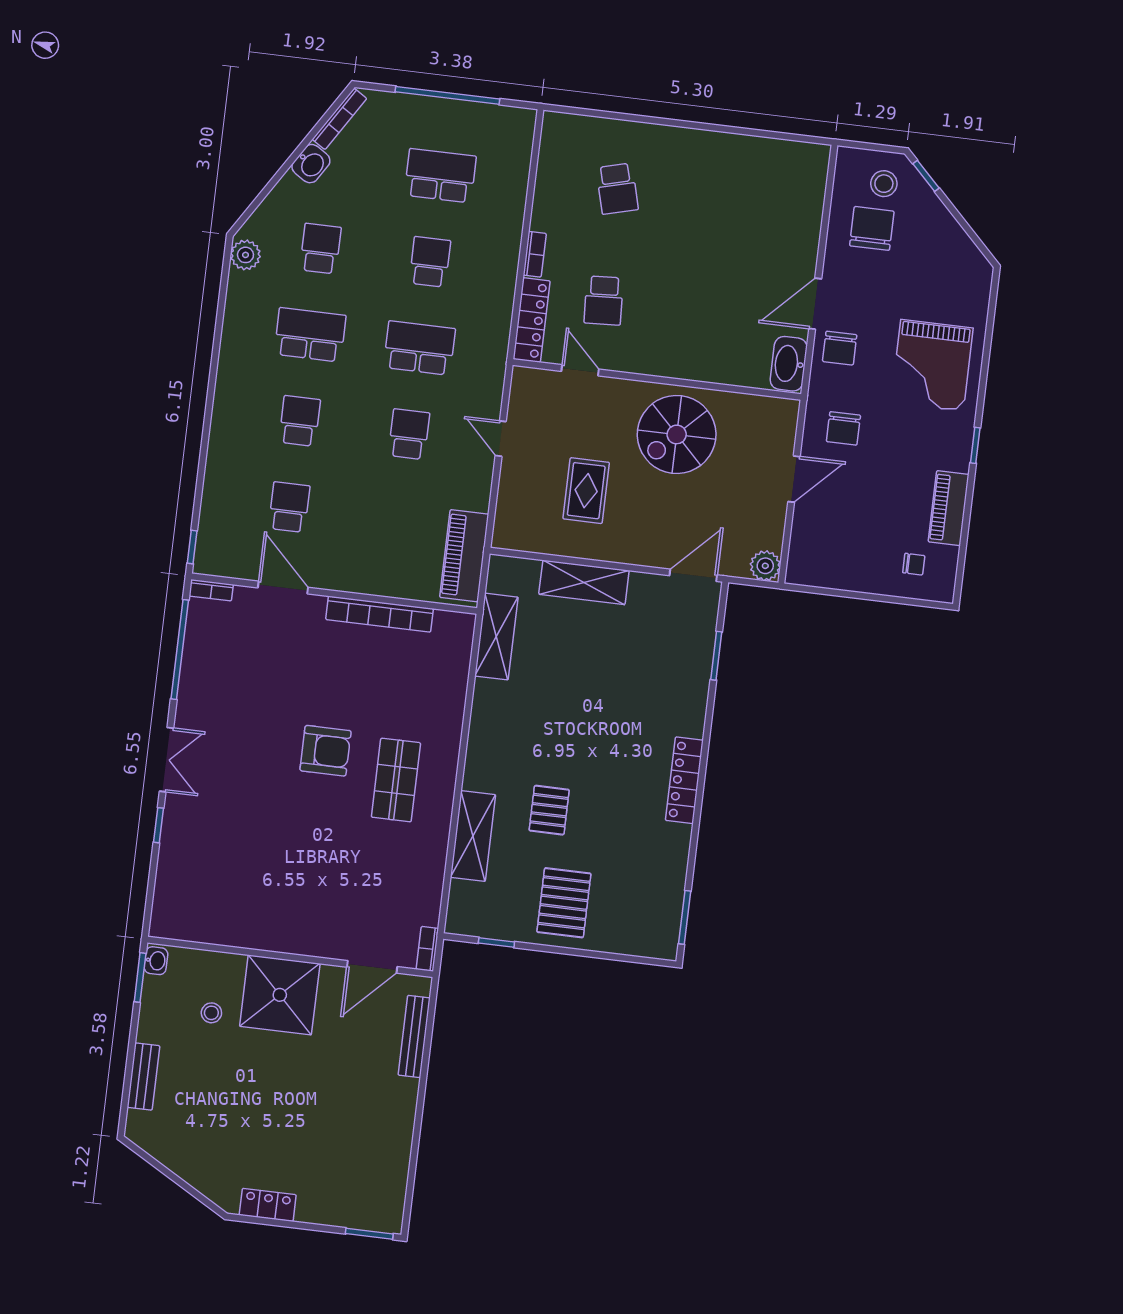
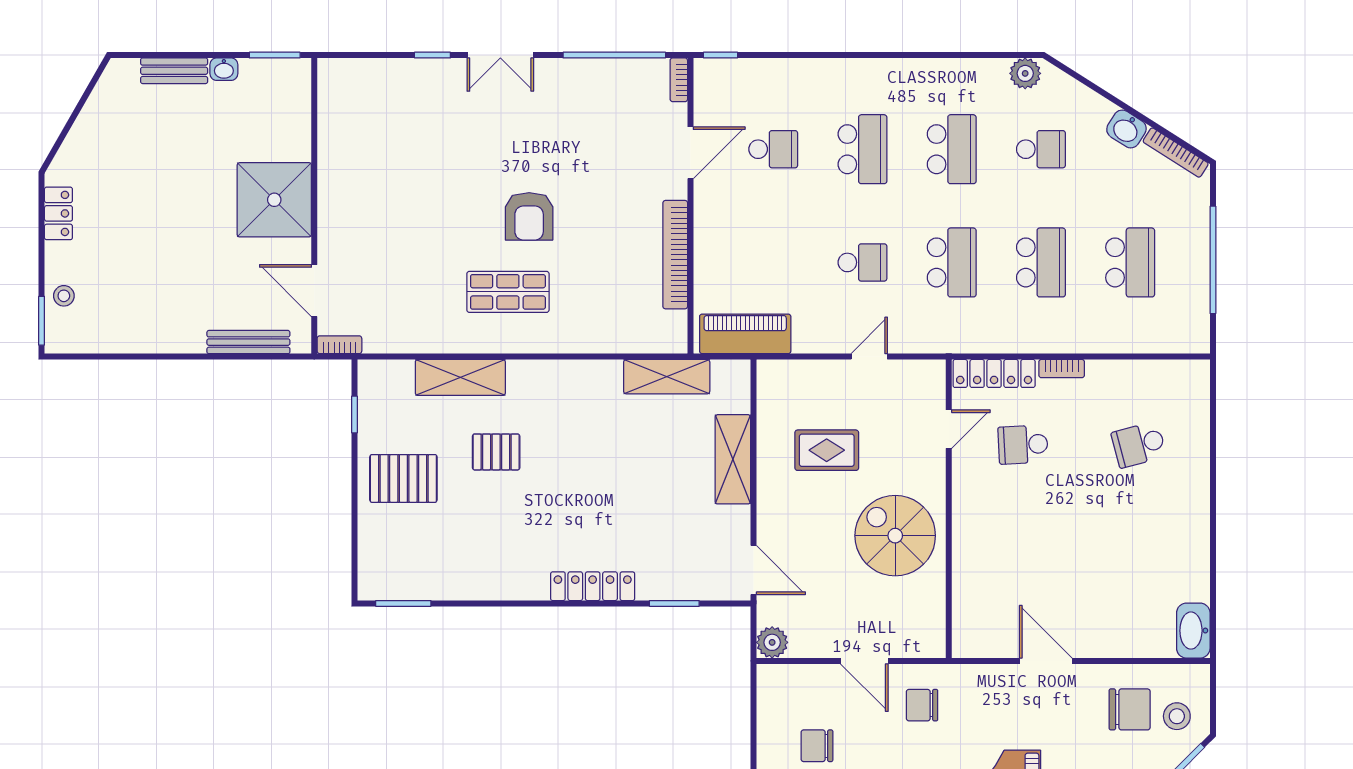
school desk: (430, 262) -> (1041, 262), width x1.85
chair: (840, 348) -> (817, 746), moved
washbasin: (789, 364) -> (1193, 631), moved, turned -90
school desk: (300, 421) -> (862, 149), width x1.85
locker: (684, 780) -> (593, 586), moved
washbasin: (156, 961) -> (224, 69), moved
stool: (211, 1013) -> (64, 296), moved

